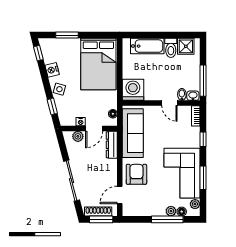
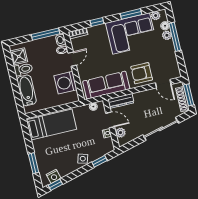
bed: (98, 64) -> (51, 124), width x0.67
nightstand: (52, 70) -> (54, 176), moved
washing machine: (133, 90) -> (65, 83), moved

